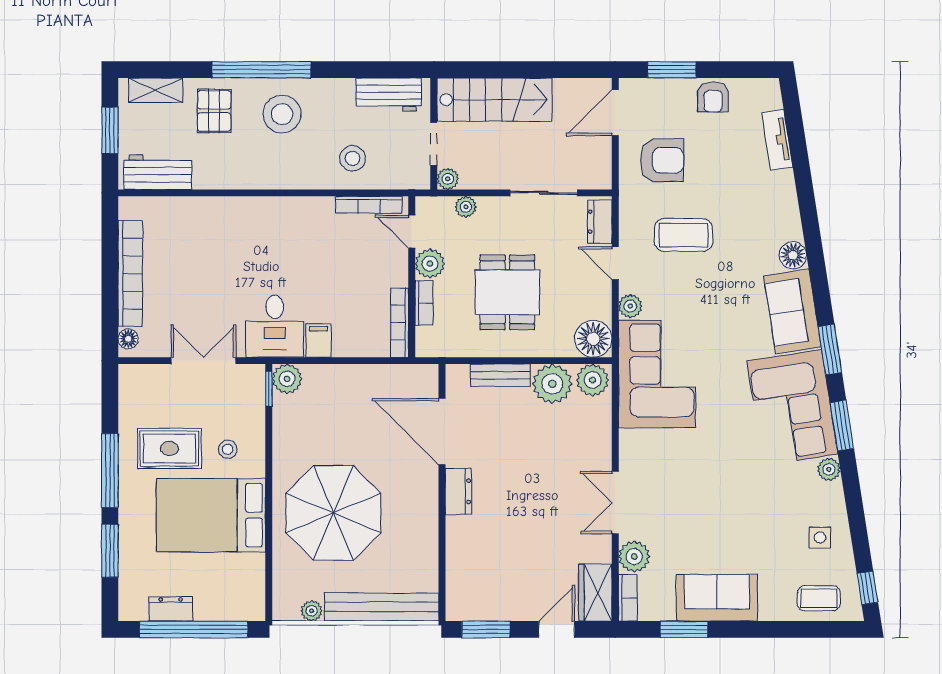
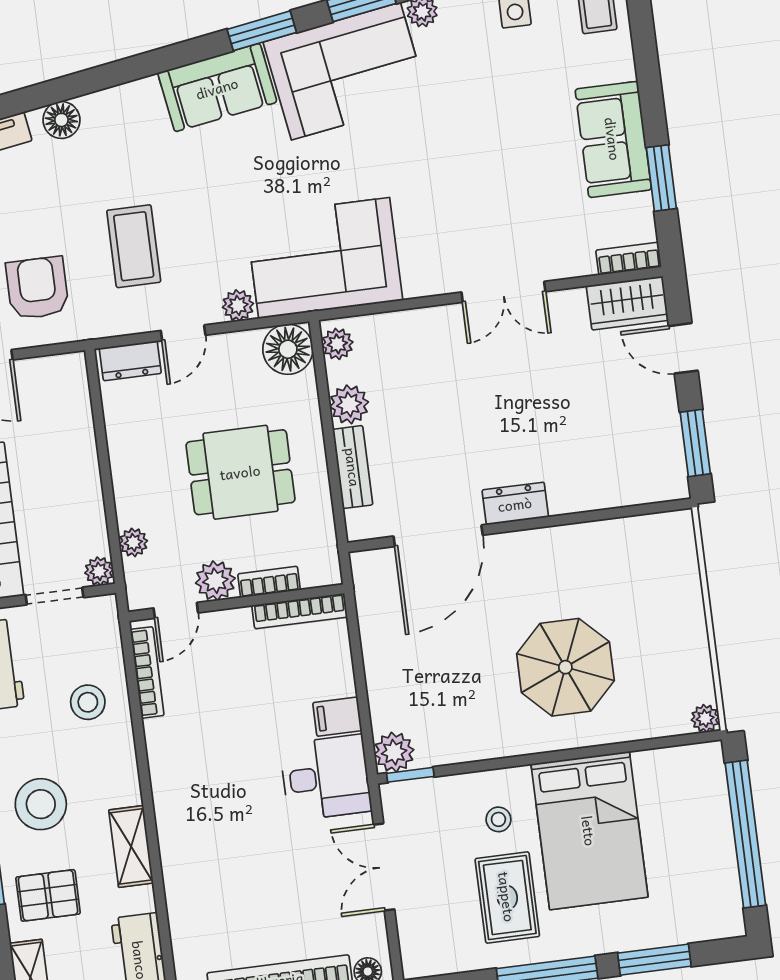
shelving: (242, 177) -> (131, 846), added
sliding door: (544, 193) -> (101, 441), removed
floor lamp: (793, 255) -> (61, 120), moved
plant: (593, 380) -> (337, 344), width x0.73, depth x0.73
plant: (552, 384) -> (349, 404), width x0.73, depth x0.73
parasol: (333, 513) -> (565, 667), width x0.73, depth x0.73
plant: (634, 557) -> (572, 257), removed
bench: (381, 607) -> (683, 587), removed
dresser: (171, 609) -> (722, 868), removed
plant: (312, 611) -> (705, 718), moved

